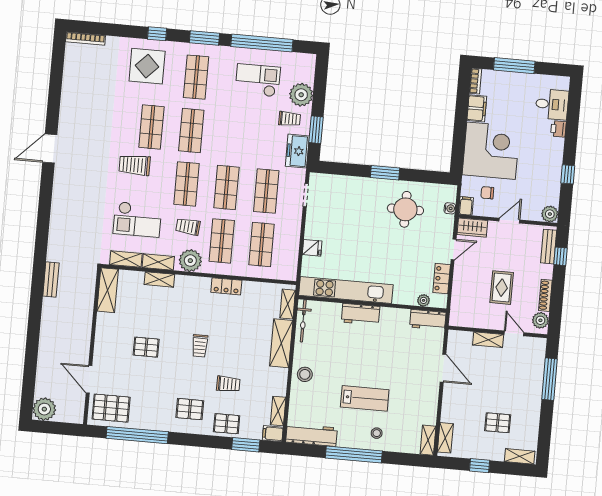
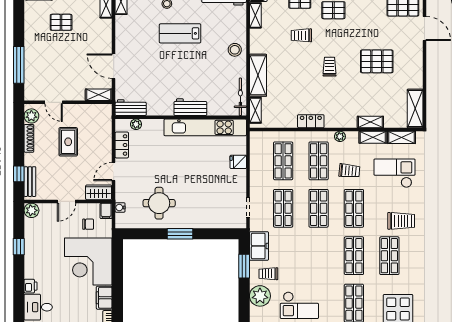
plant: (190, 261) -> (340, 136), width x0.53, depth x0.53
shelving: (488, 340) -> (99, 95), moved
pallet: (146, 347) -> (377, 61), width x1.50, depth x1.42

